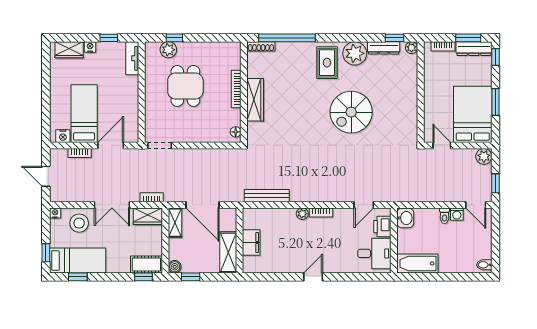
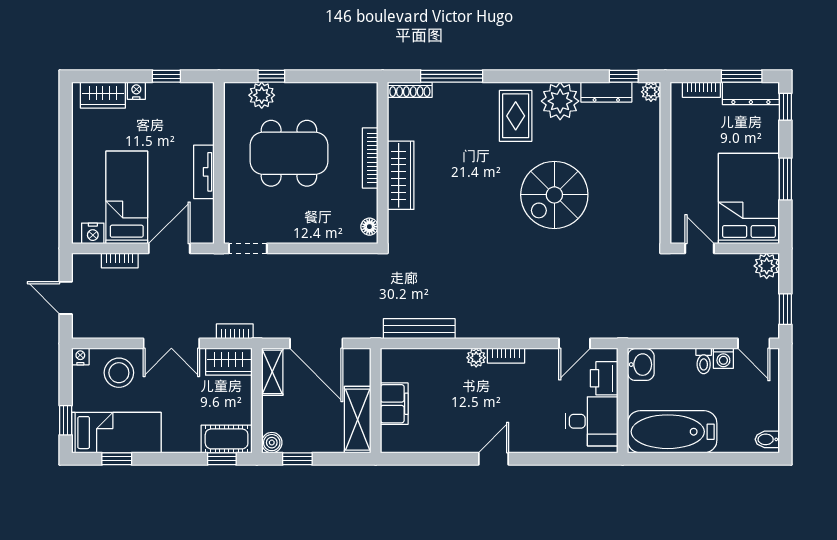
window: (287, 38) -> (452, 76), width x0.68
tv unit: (132, 58) -> (204, 172), moved
dining table: (185, 86) -> (289, 153), width x1.37
bathtub: (417, 263) -> (672, 432), width x1.36, depth x1.36

